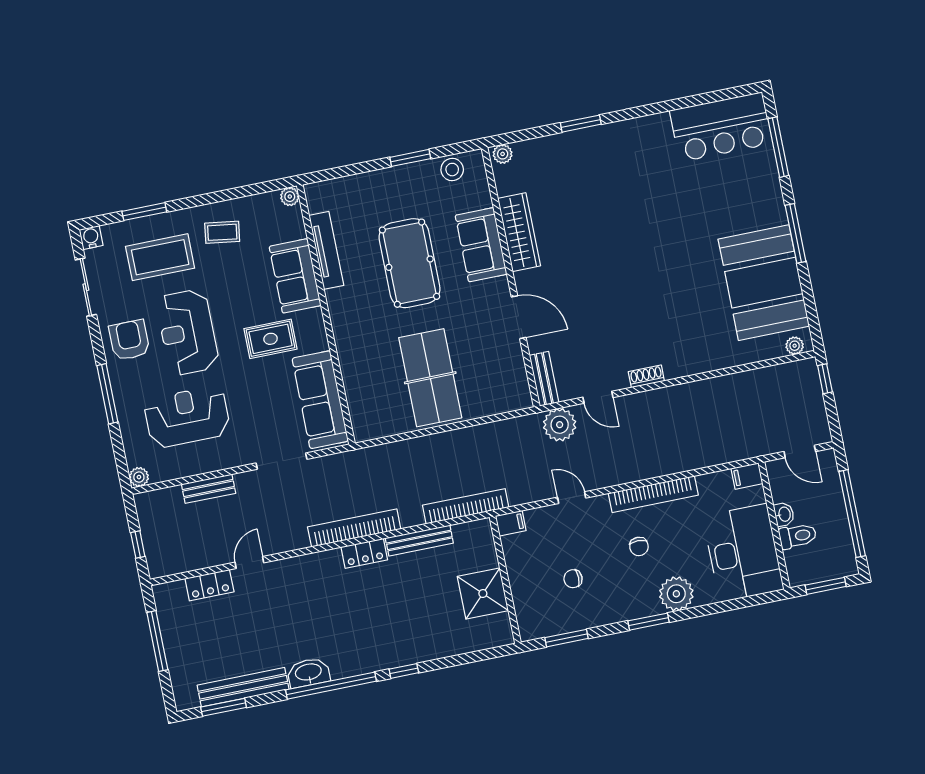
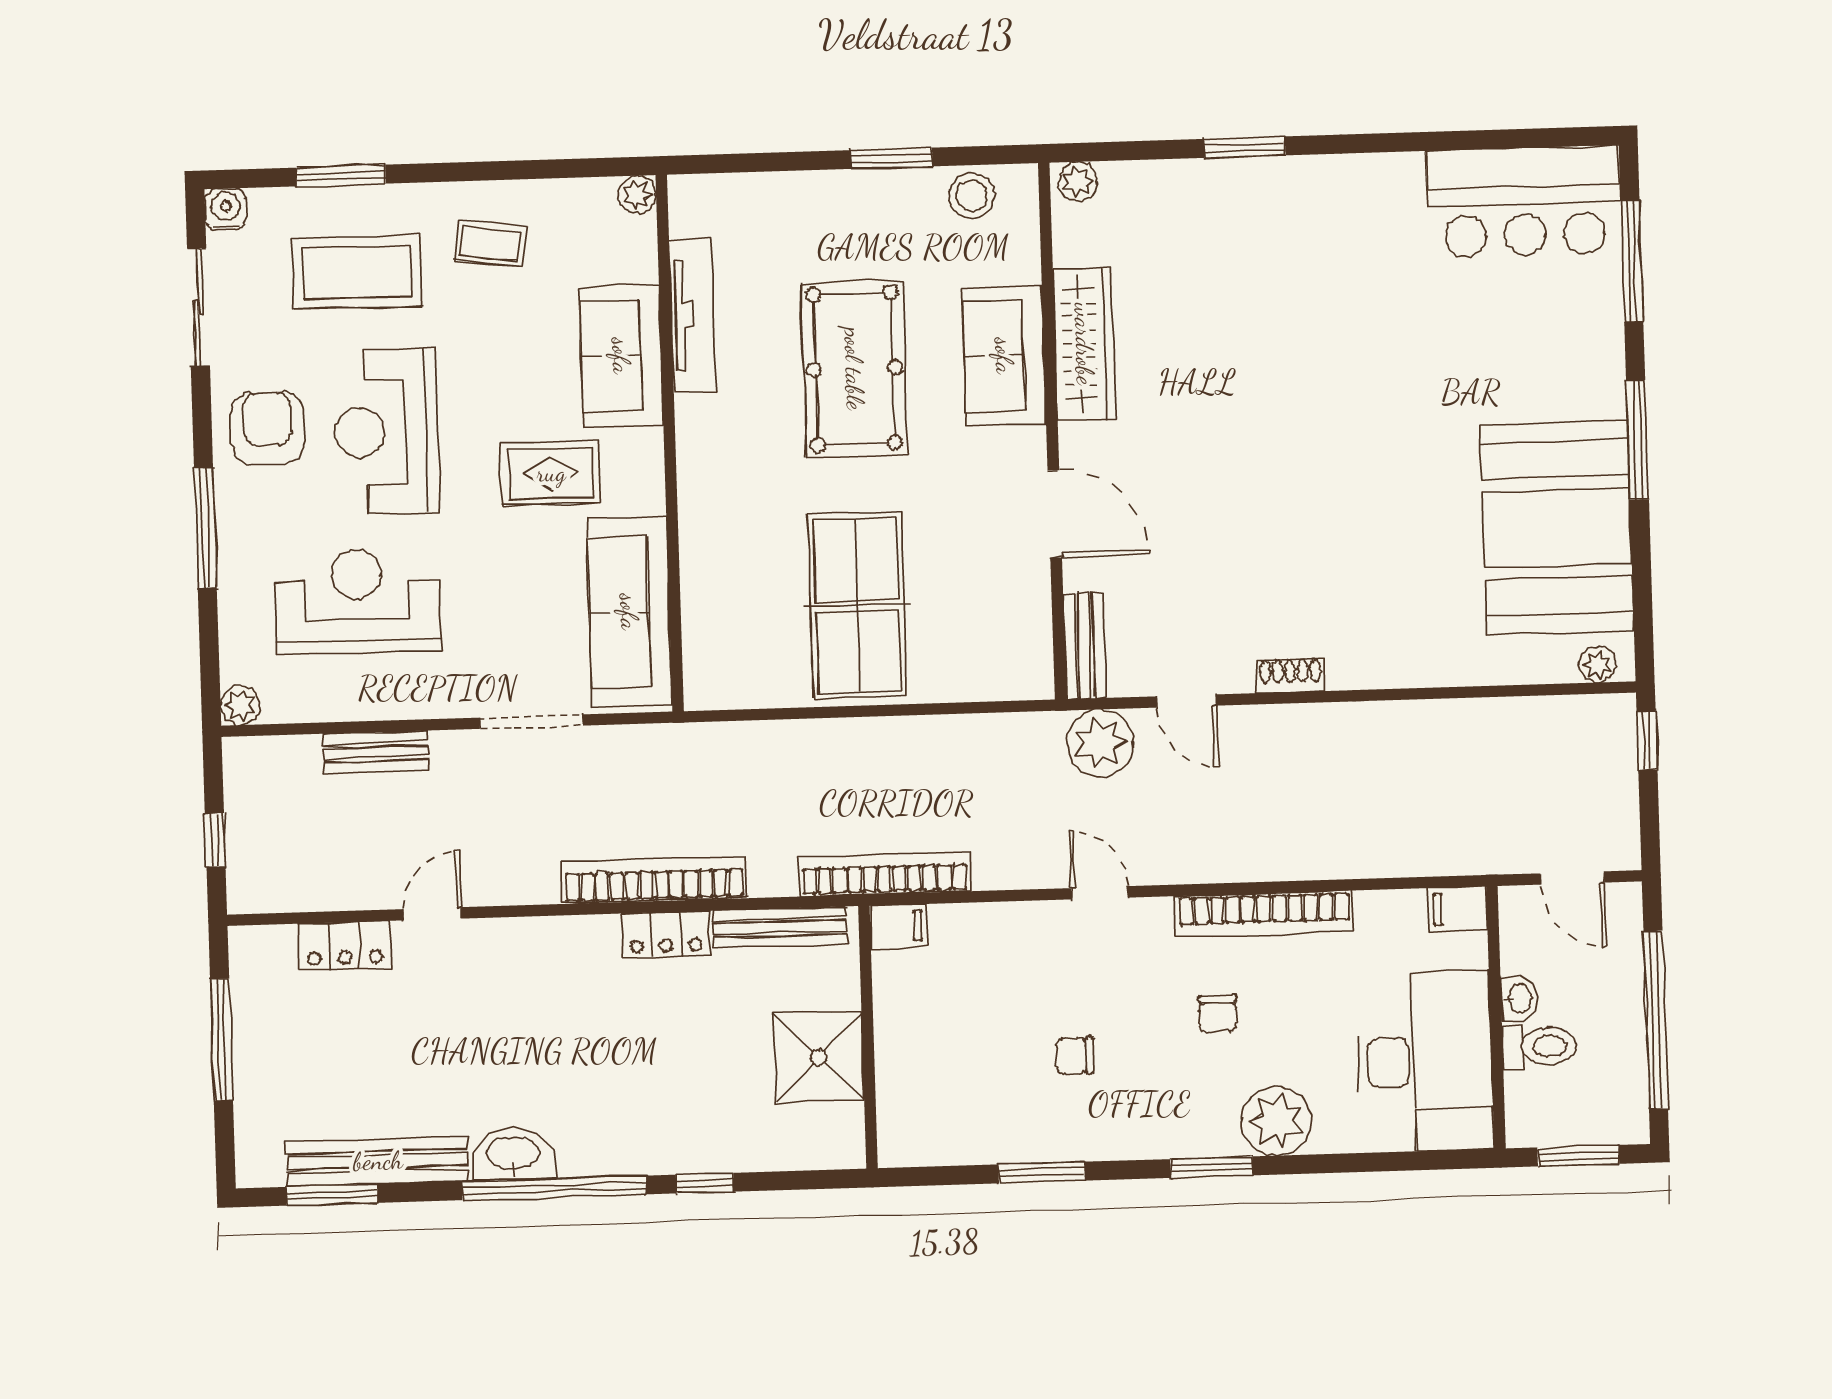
filing cabinet: (511, 523) -> (898, 926), moved
wall: (505, 580) -> (868, 1037), moved
shower: (483, 594) -> (819, 1057), moved

